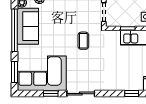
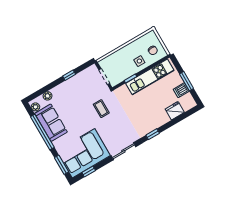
window: (51, 94) -> (89, 172), moved
window: (132, 94) -> (153, 134), moved

